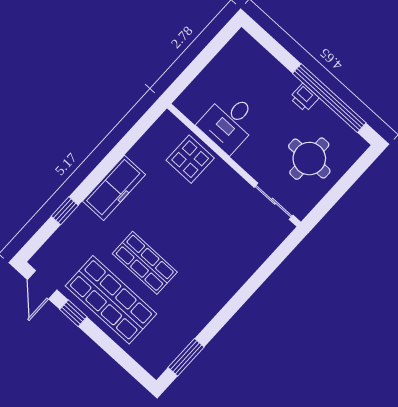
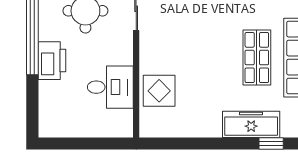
printer: (304, 98) -> (52, 61), width x1.87, depth x1.48
freezer: (114, 188) -> (251, 124), moved

